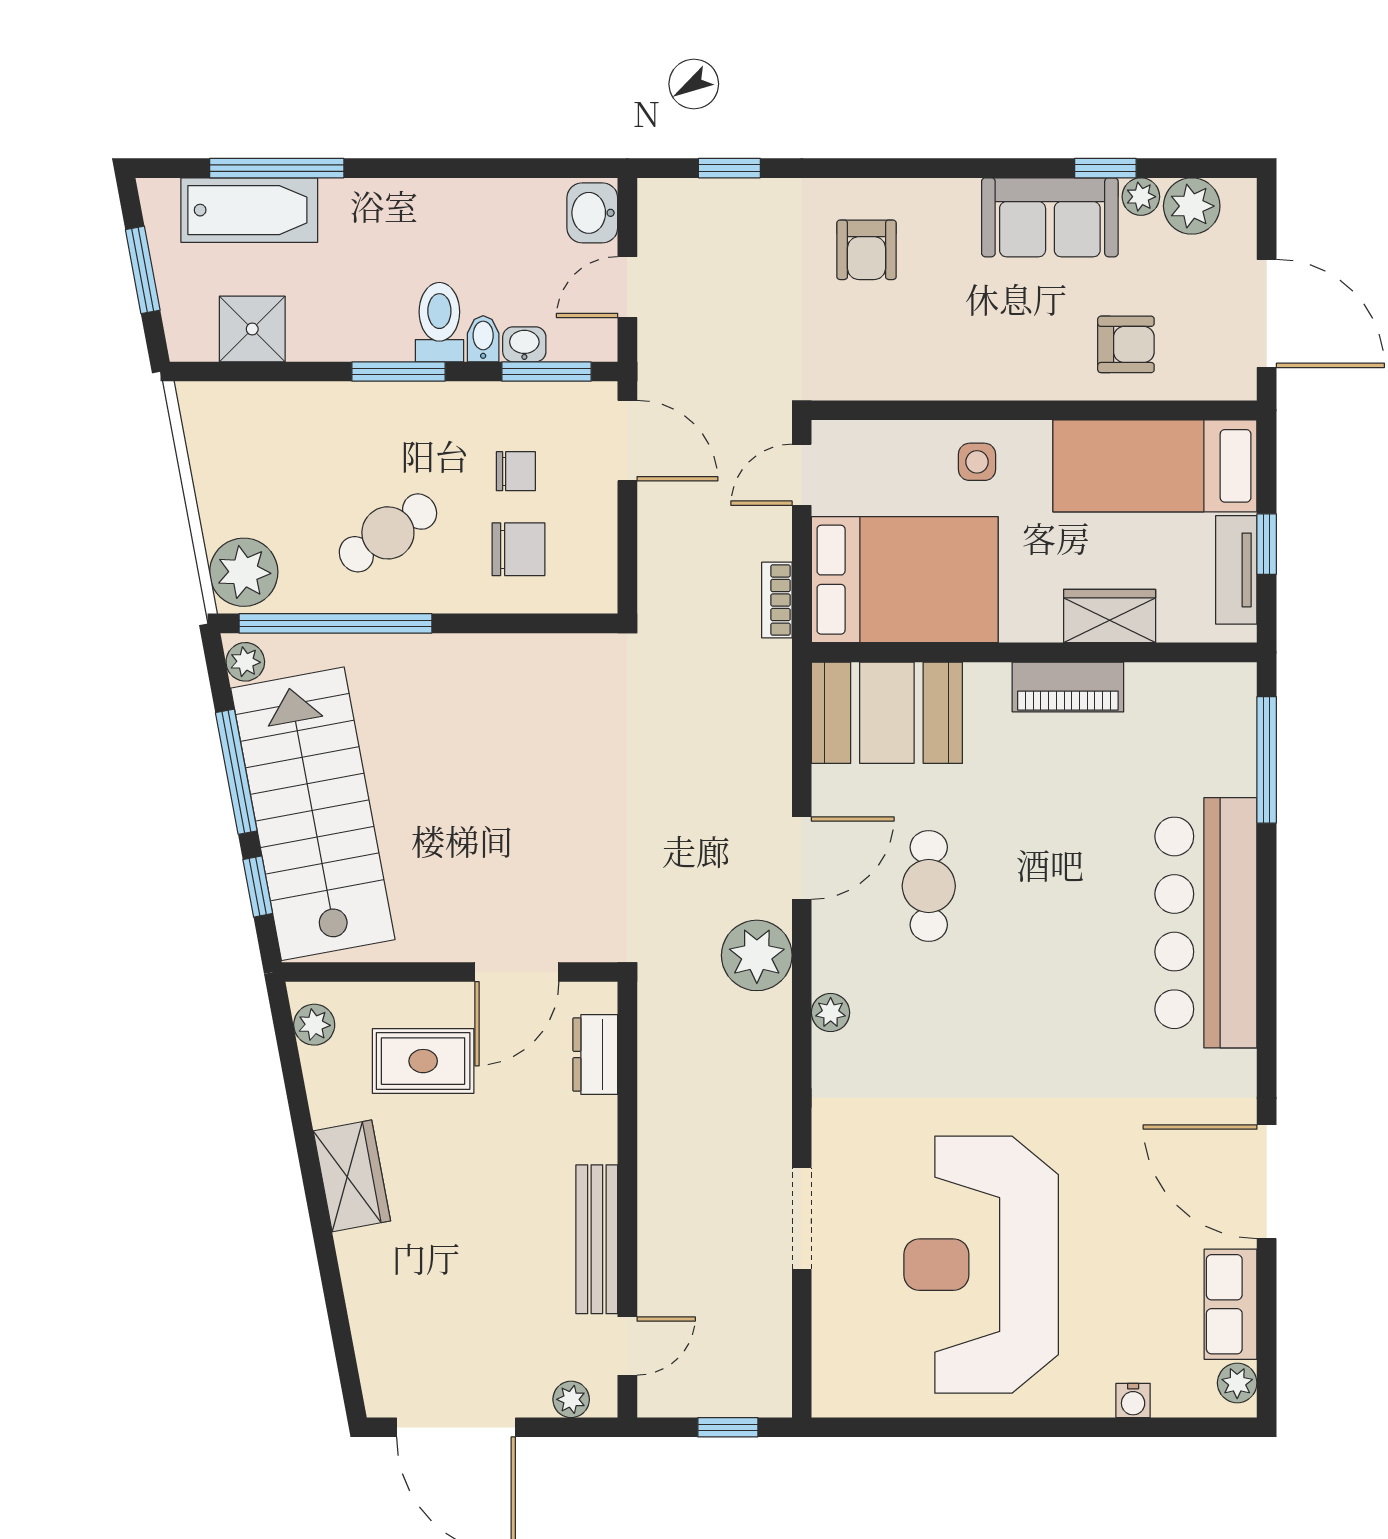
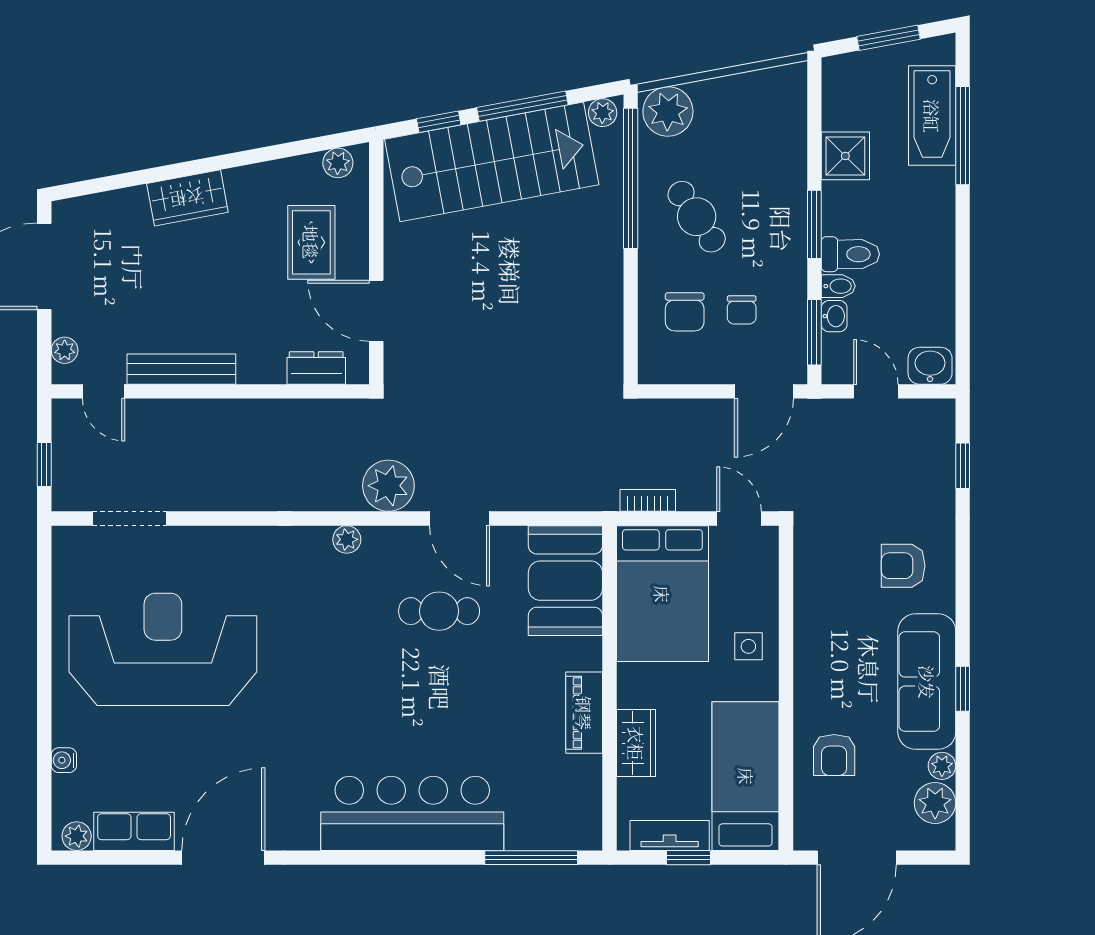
window: (1105, 168) -> (963, 689), moved
sofa: (1050, 217) -> (927, 682), width x1.36
shower: (252, 329) -> (845, 156), moved
wardrobe: (352, 1176) -> (187, 198), moved
doorway: (802, 1219) -> (130, 518), moved

